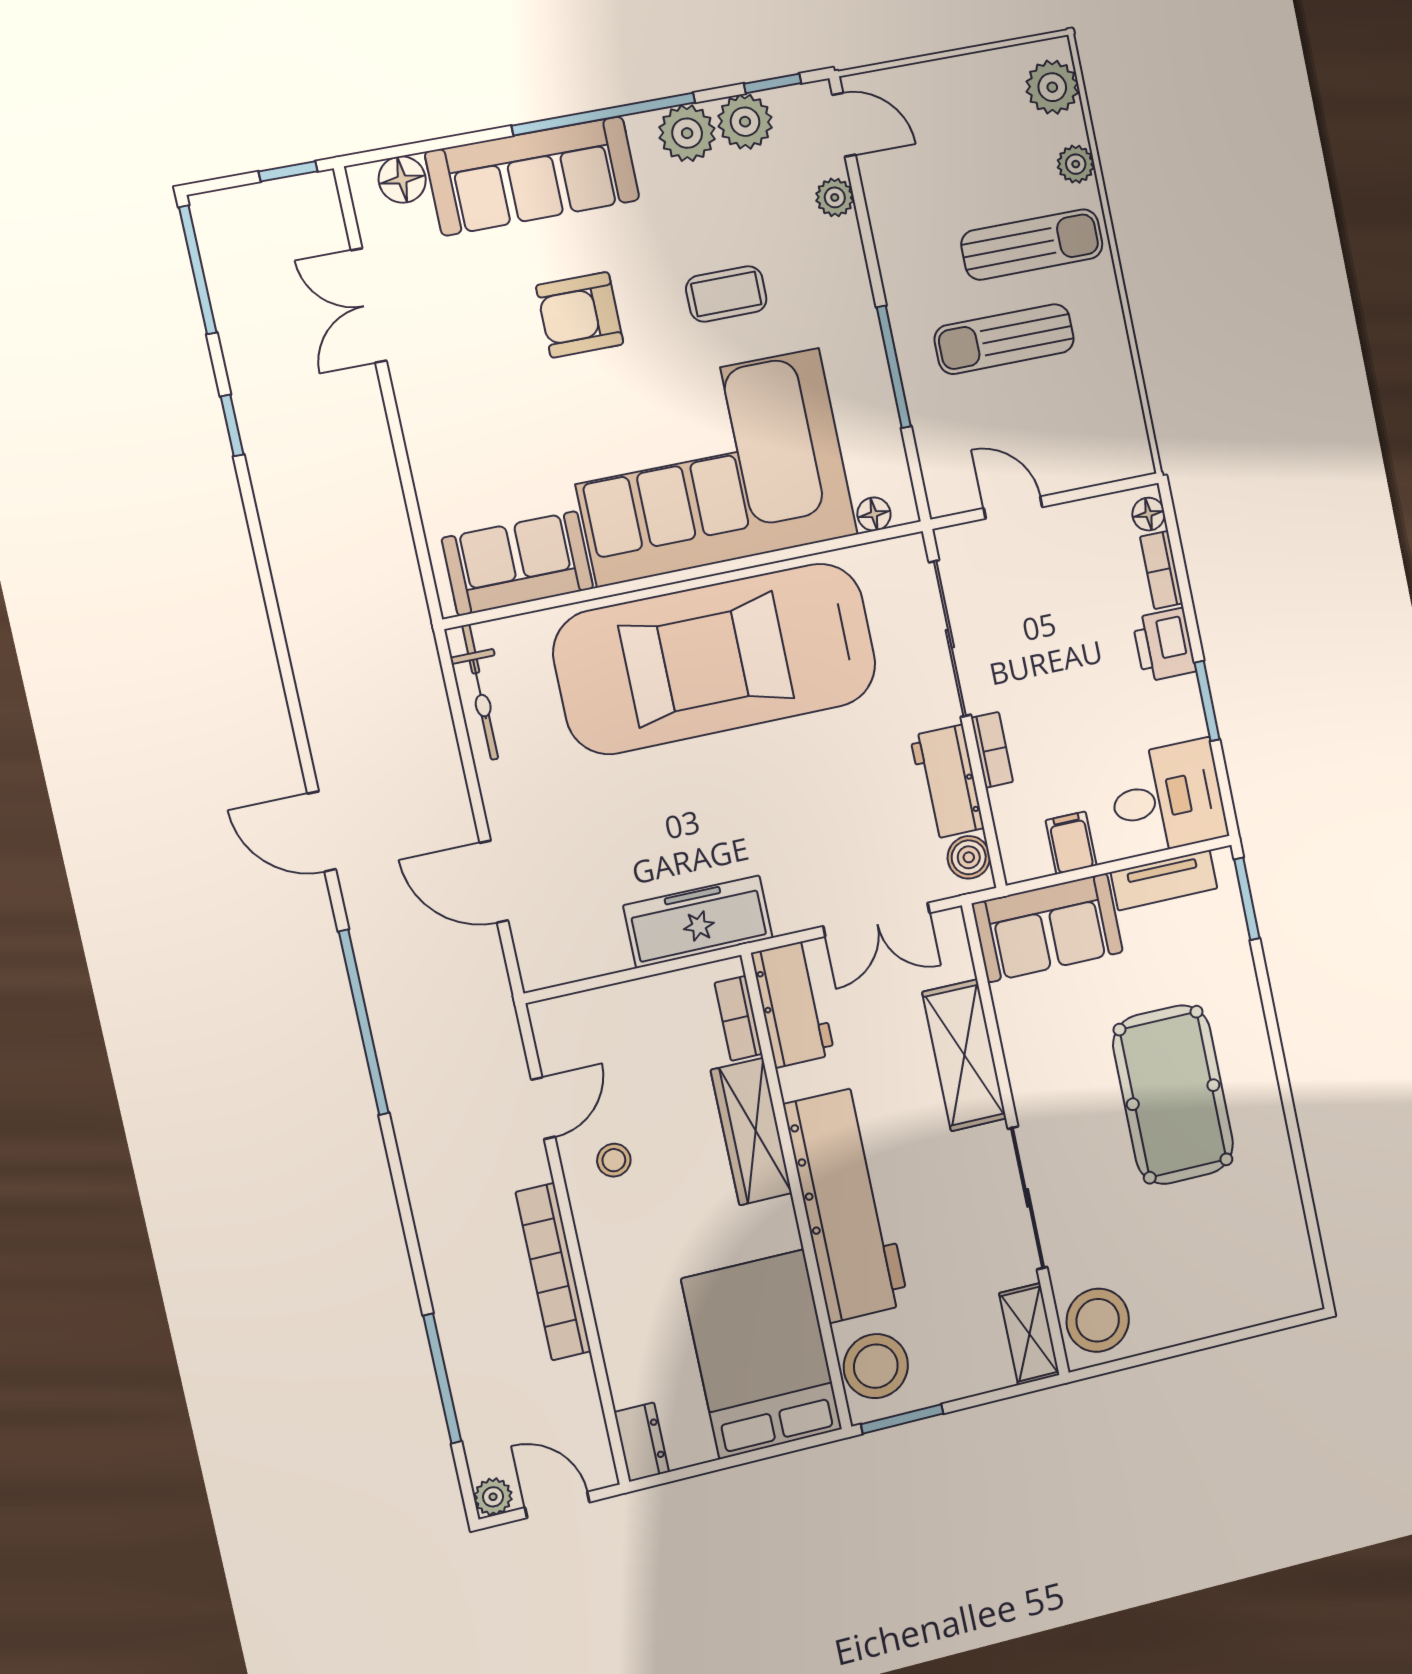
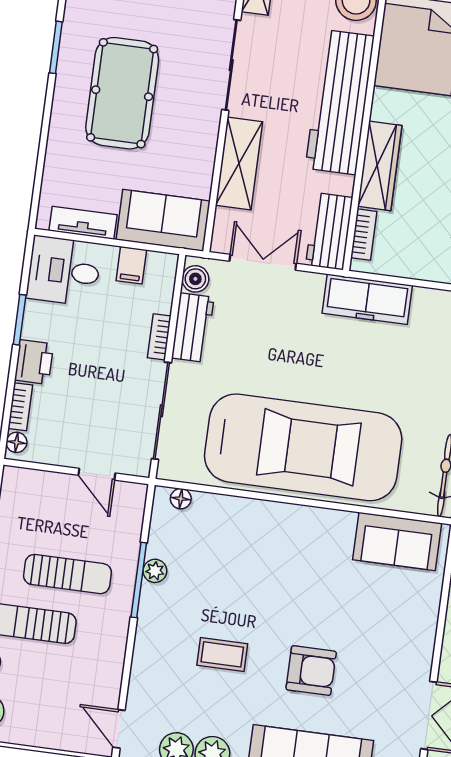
plant: (835, 197) -> (155, 571), moved
corner sofa: (708, 467) -> (268, 559), removed
window: (1247, 899) -> (56, 47), moved

